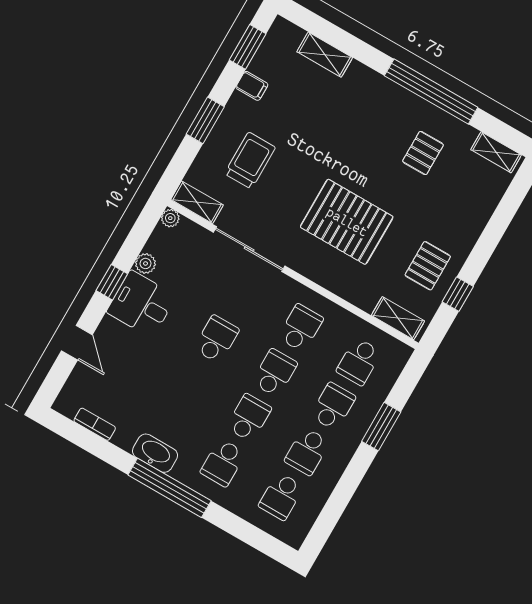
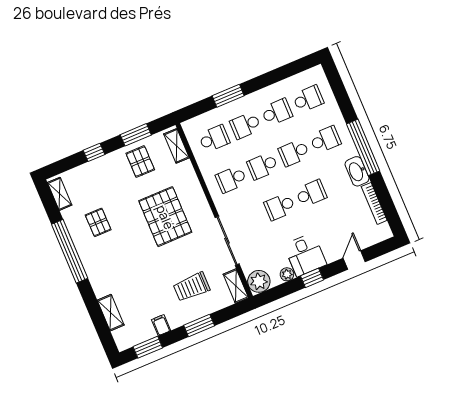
pallet: (423, 153) -> (98, 222), turned 90
plant: (170, 218) -> (259, 281), width x1.88, depth x1.88
window: (492, 234) -> (94, 152), added
pallet: (428, 266) -> (140, 161), turned 90
window: (458, 294) -> (136, 135), width x1.50
school desk: (191, 384) -> (311, 193), added
bookcase: (95, 424) -> (374, 203), width x1.56

